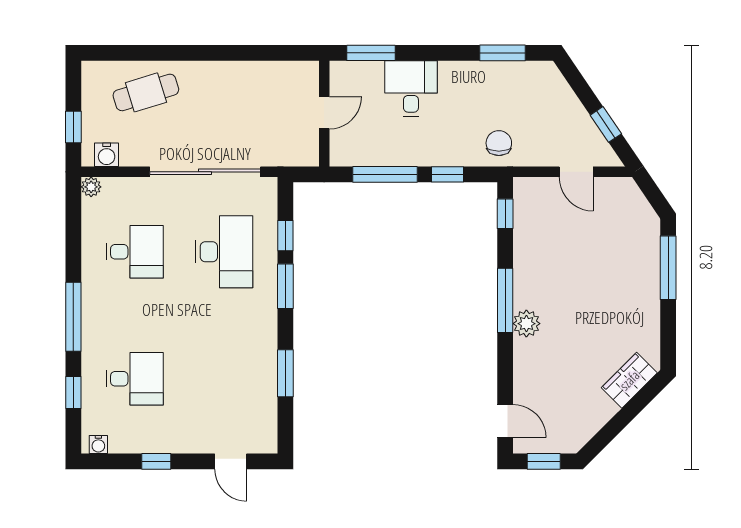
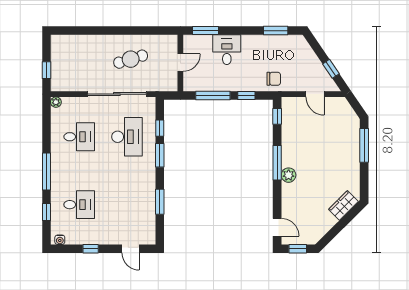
cafe table: (146, 92) -> (131, 59), moved
chair: (499, 143) -> (274, 79), turned 90
water cooler: (107, 155) -> (64, 85), removed

